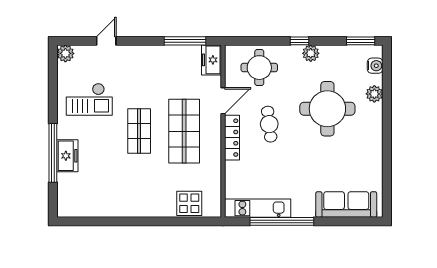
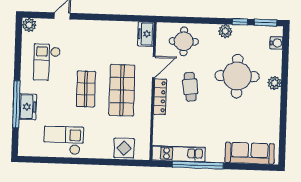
window: (185, 41) -> (125, 18), removed
window: (299, 41) -> (240, 22), moved
plant: (374, 94) -> (274, 83), moved
checkout: (89, 99) -> (47, 62), turned 90
checkout: (113, 196) -> (64, 140), added

